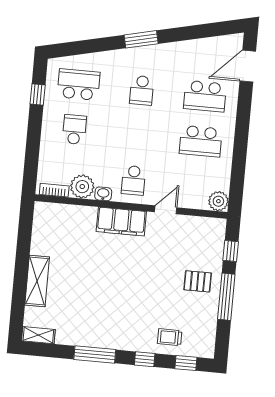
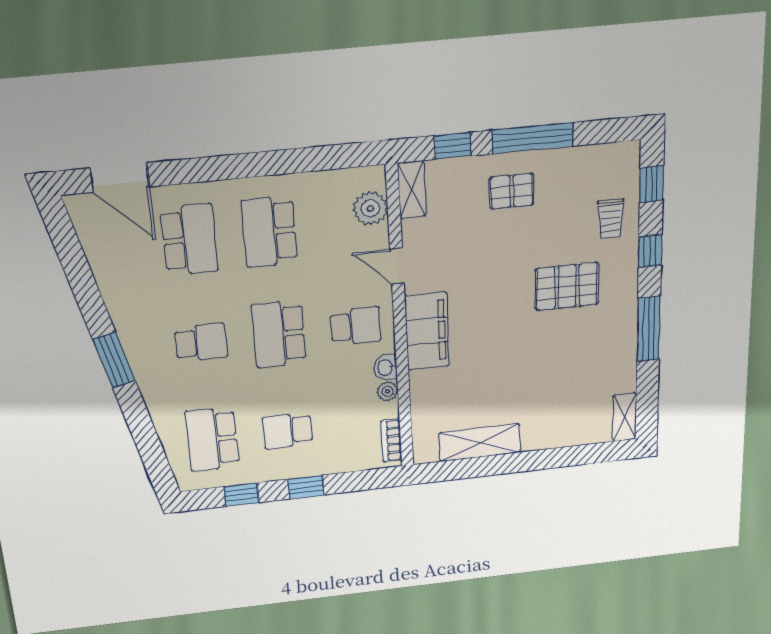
window: (34, 134) -> (306, 487), added
school desk: (138, 135) -> (279, 334), added
school desk: (201, 141) -> (269, 232), turned 180
plant: (82, 187) -> (387, 391), width x0.53, depth x0.53
plant: (218, 201) -> (370, 209), moved
shelving: (210, 225) -> (412, 190), added
shelving: (37, 281) -> (480, 443), moved
pallet: (198, 281) -> (512, 191), turned 90
pallet: (133, 308) -> (567, 286), added

